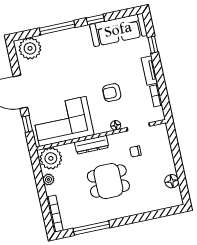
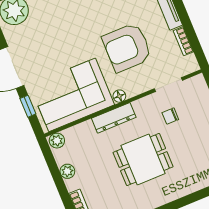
armchair: (112, 93) -> (127, 47), width x1.88, depth x1.88
floor lamp: (116, 125) -> (119, 96), moved
plant: (51, 158) -> (57, 141), width x0.53, depth x0.53

